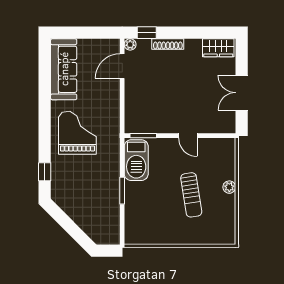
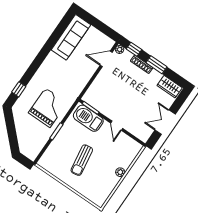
window: (185, 33) -> (156, 65), added
grand piano: (77, 133) -> (48, 108), moved
barbecue: (136, 160) -> (88, 118), moved, turned 90
sun lounger: (191, 195) -> (82, 160), moved

